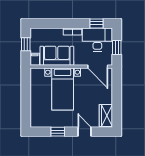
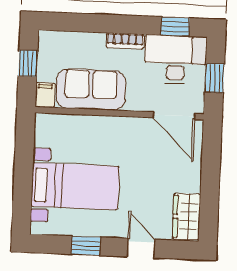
bed with nightstands: (63, 89) -> (75, 186), moved, turned -90

